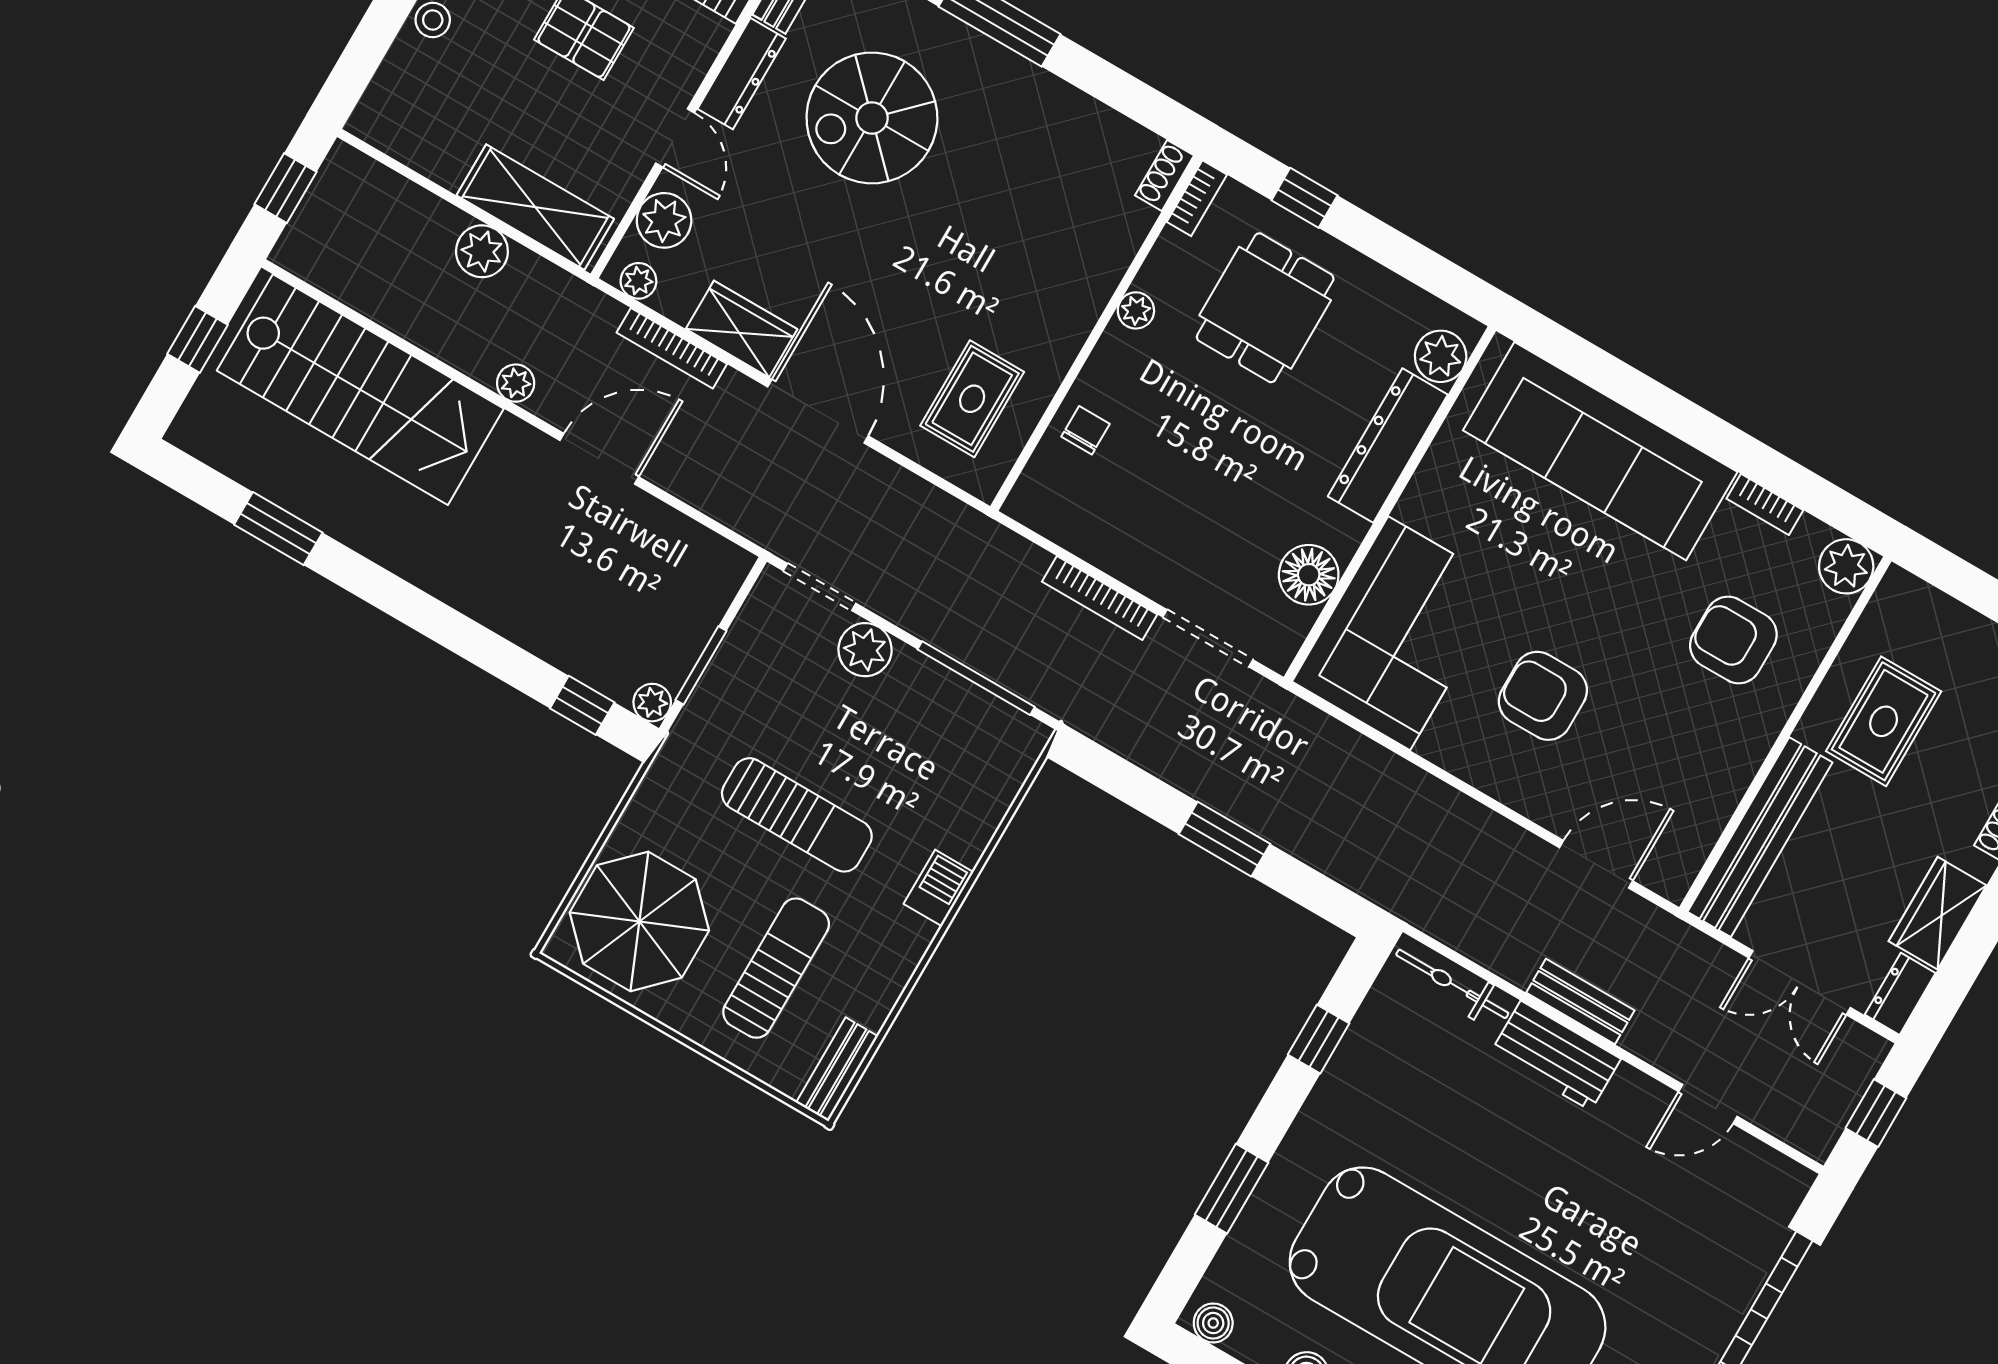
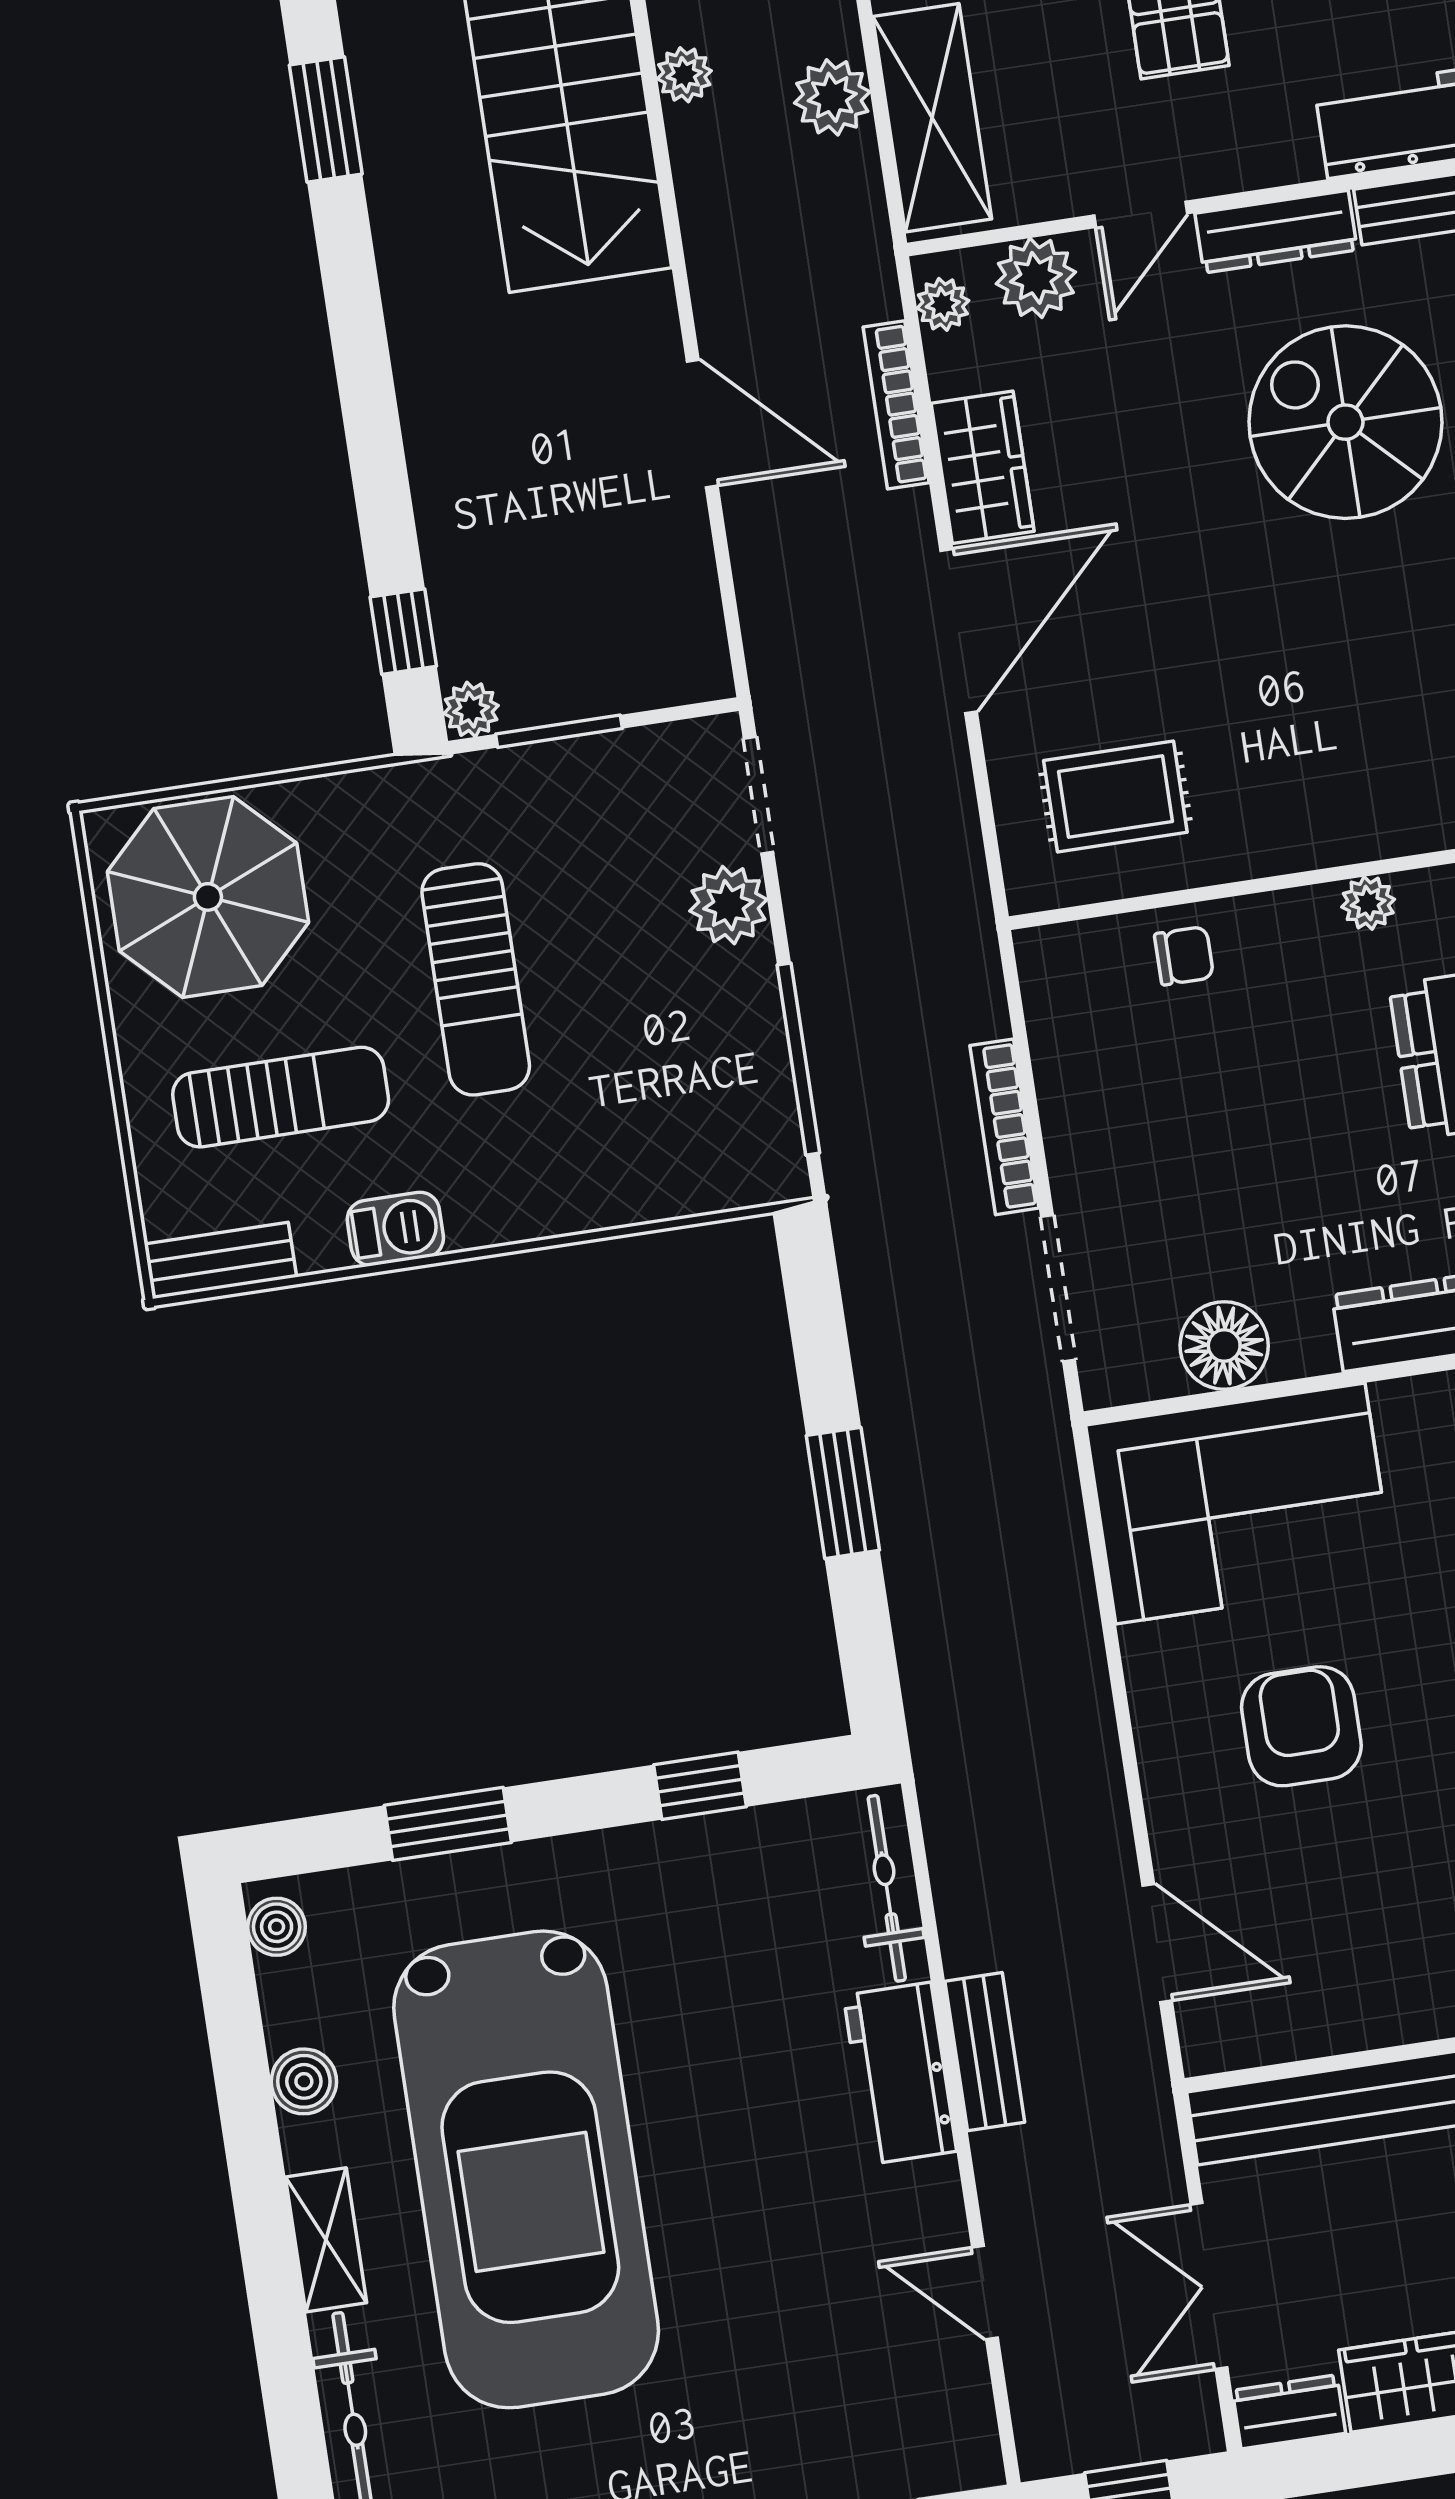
plant: (516, 383) -> (684, 75), moved
barbecue: (939, 888) -> (395, 1229), moved

